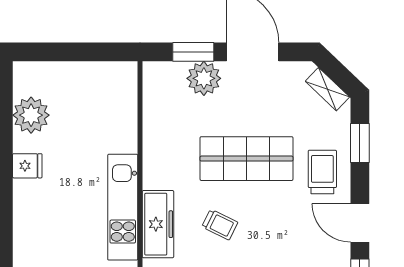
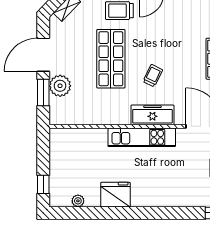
window: (48, 52) -> (43, 184), added
plant: (31, 115) -> (78, 201), width x0.53, depth x0.53
fridge: (27, 166) -> (115, 195), width x1.88, depth x1.34

